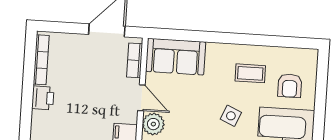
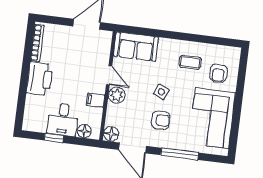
bookcase: (135, 60) -> (106, 48), removed
printer: (43, 98) -> (39, 79), width x1.87, depth x1.48
side table: (231, 116) -> (161, 92), moved

